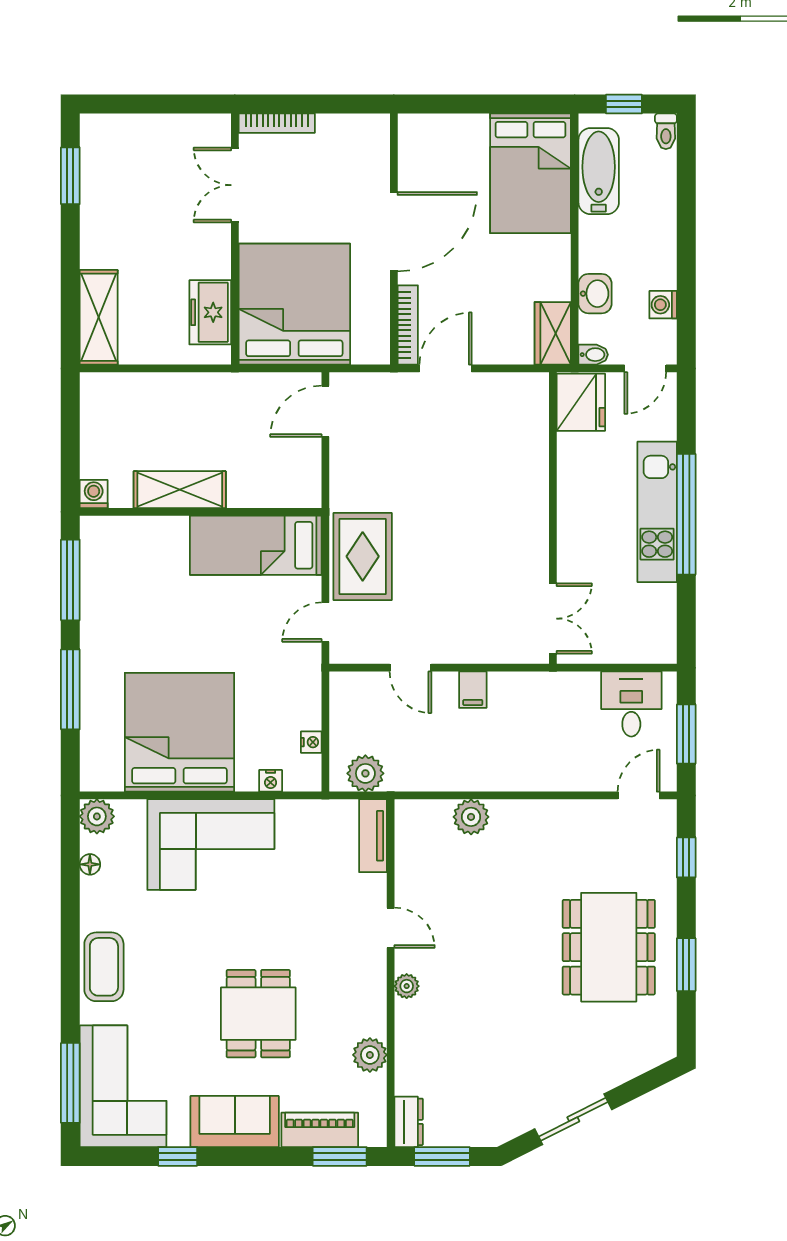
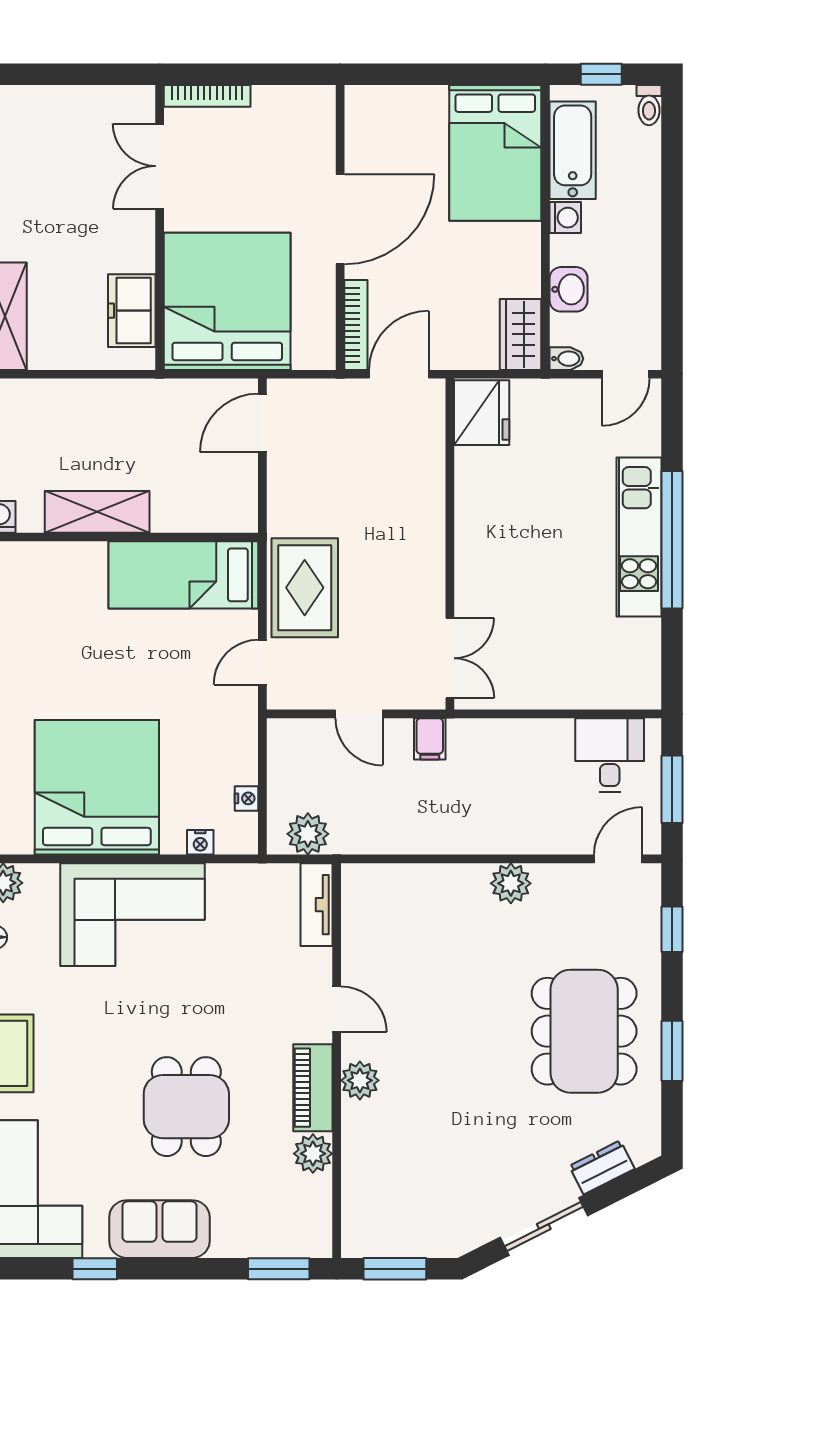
washing machine: (663, 305) -> (565, 218), moved, turned 180
fridge: (581, 402) -> (482, 413), moved
wall: (553, 518) -> (450, 544), moved
double door: (553, 619) -> (450, 658), moved
plant: (471, 817) -> (511, 883), moved
plant: (407, 986) -> (360, 1080), width x1.38, depth x1.38
dresser: (409, 1122) -> (602, 1167), moved, turned -117
piano: (320, 1130) -> (313, 1088), moved, turned -90

